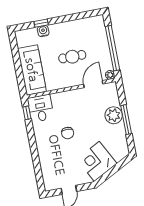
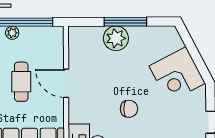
plant: (110, 75) -> (12, 33), moved
door: (93, 84) -> (66, 83), moved

